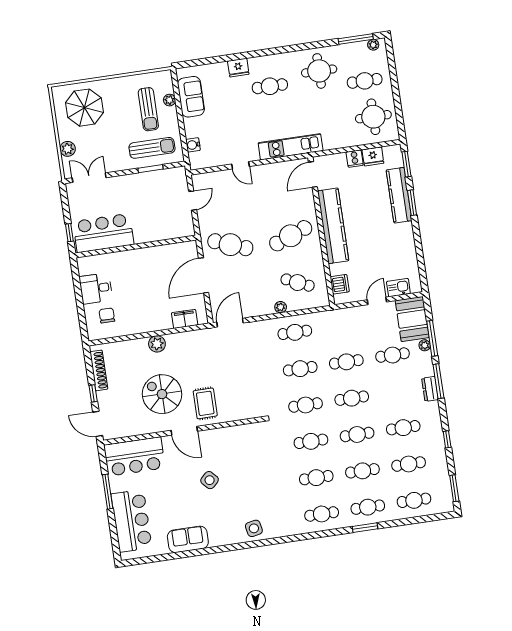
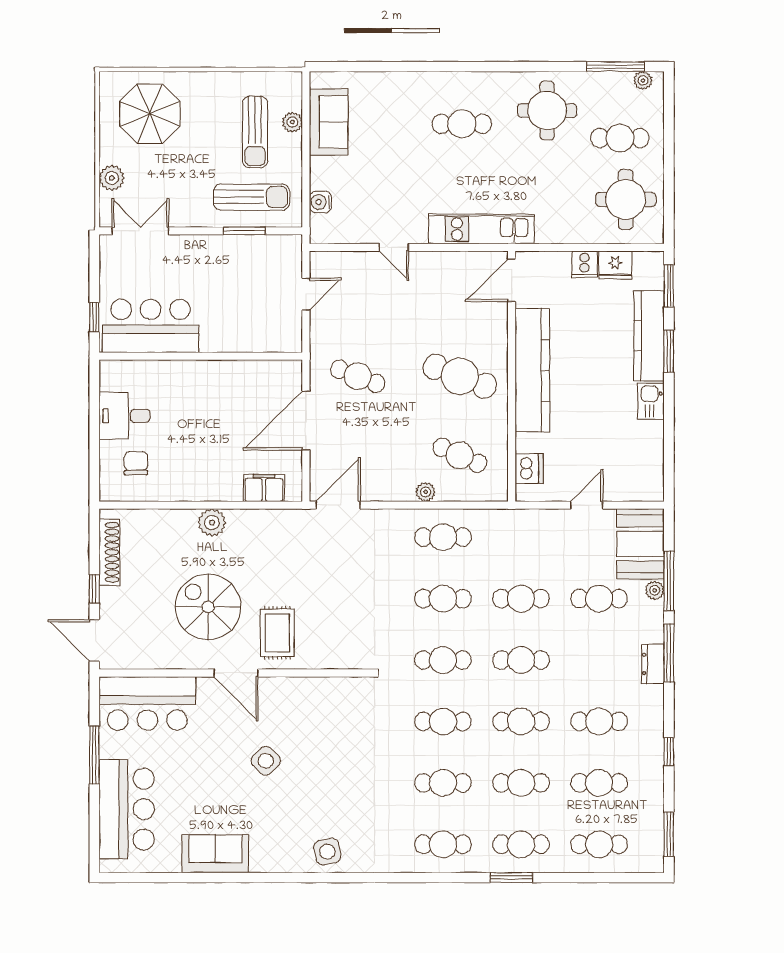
fridge: (238, 68) -> (414, 85), removed
cafe table: (291, 236) -> (460, 376), turned 42
cafe table: (230, 245) -> (358, 376), width x0.73, depth x0.74
kitchen sink: (398, 288) -> (651, 401), moved, turned -90

